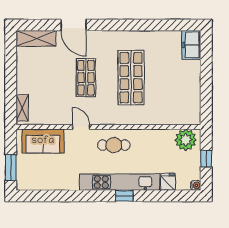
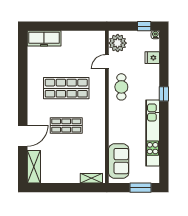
freezer: (191, 45) -> (44, 38), width x1.40
door: (81, 127) -> (107, 62), moved
cafe table: (114, 145) -> (121, 87), moved
window: (206, 159) -> (144, 26), moved
kitchen unit: (120, 182) -> (153, 133), moved

